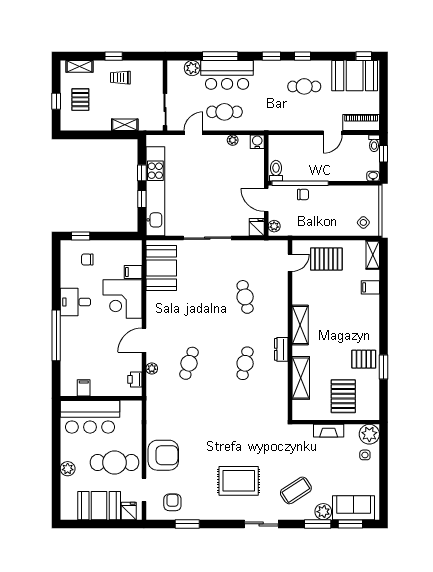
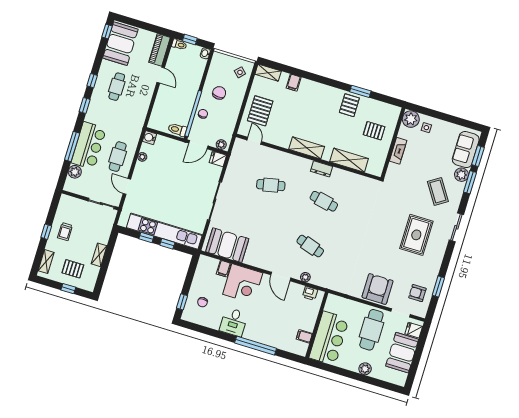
shelving: (125, 125) -> (99, 255), moved
chair: (333, 206) -> (219, 93), added
pallet: (343, 396) -> (374, 131), width x0.67, depth x0.71

